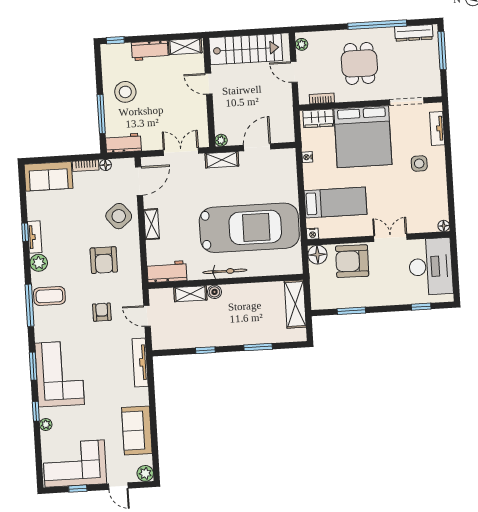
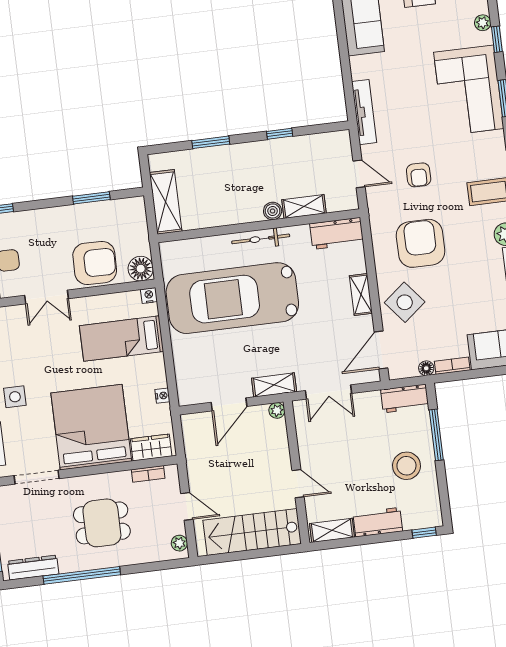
dining table: (359, 63) -> (102, 523), turned 90
armchair: (104, 260) -> (421, 243), width x1.36, depth x1.36

